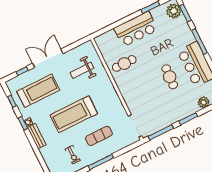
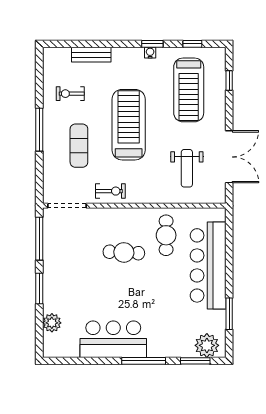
bar counter: (136, 29) -> (208, 265), width x1.36
double door: (48, 58) -> (229, 157), moved
weight bench: (82, 70) -> (187, 168), turned 180
cafe table: (170, 77) -> (124, 252), moved
exercise bike: (115, 106) -> (110, 191), added
bench: (37, 136) -> (91, 55), moved

